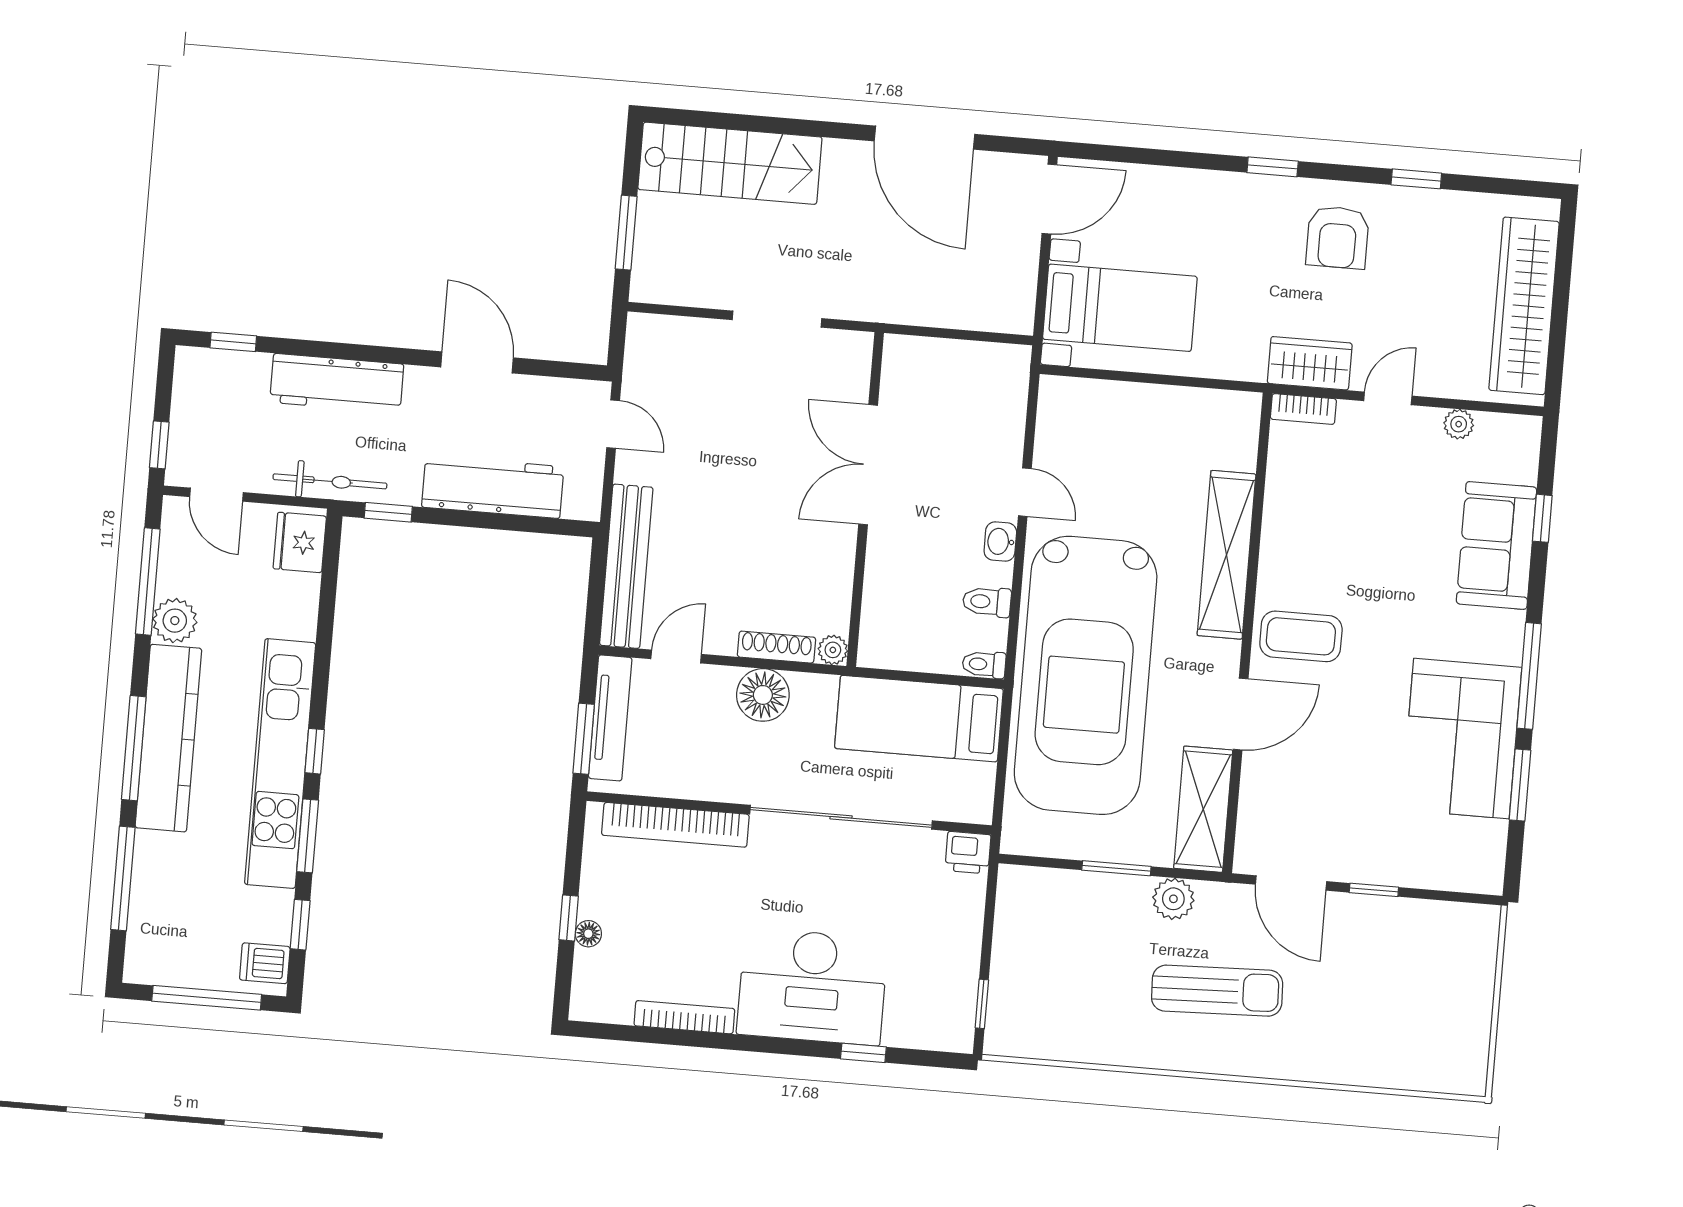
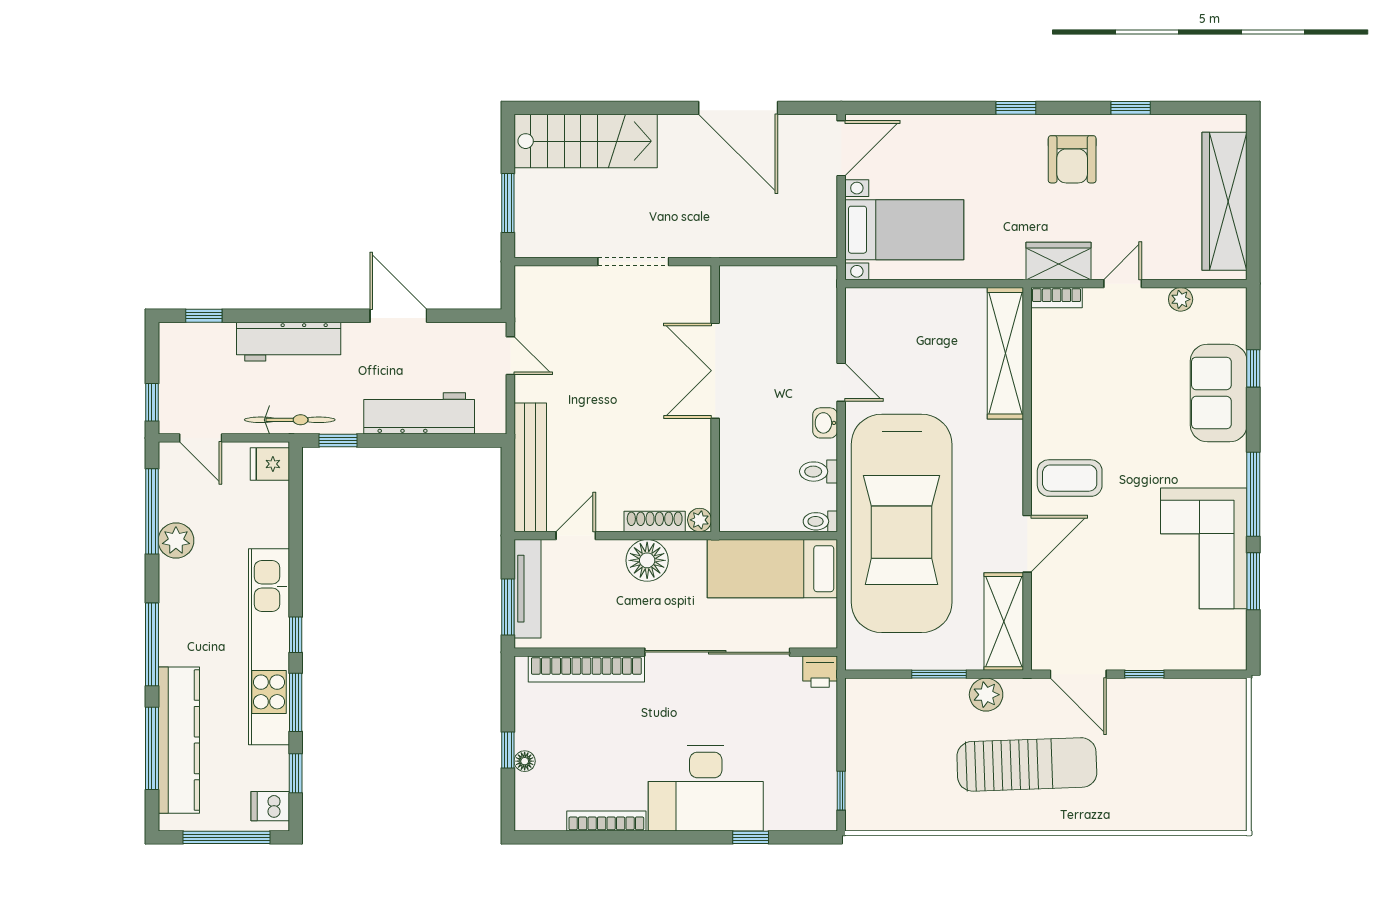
fridge: (300, 542) -> (270, 464), width x0.72
shelving: (1227, 555) -> (1005, 353), moved
kitchen counter: (168, 738) -> (179, 740), moved
sun lounger: (1217, 991) -> (1027, 764), width x1.36, depth x1.34

